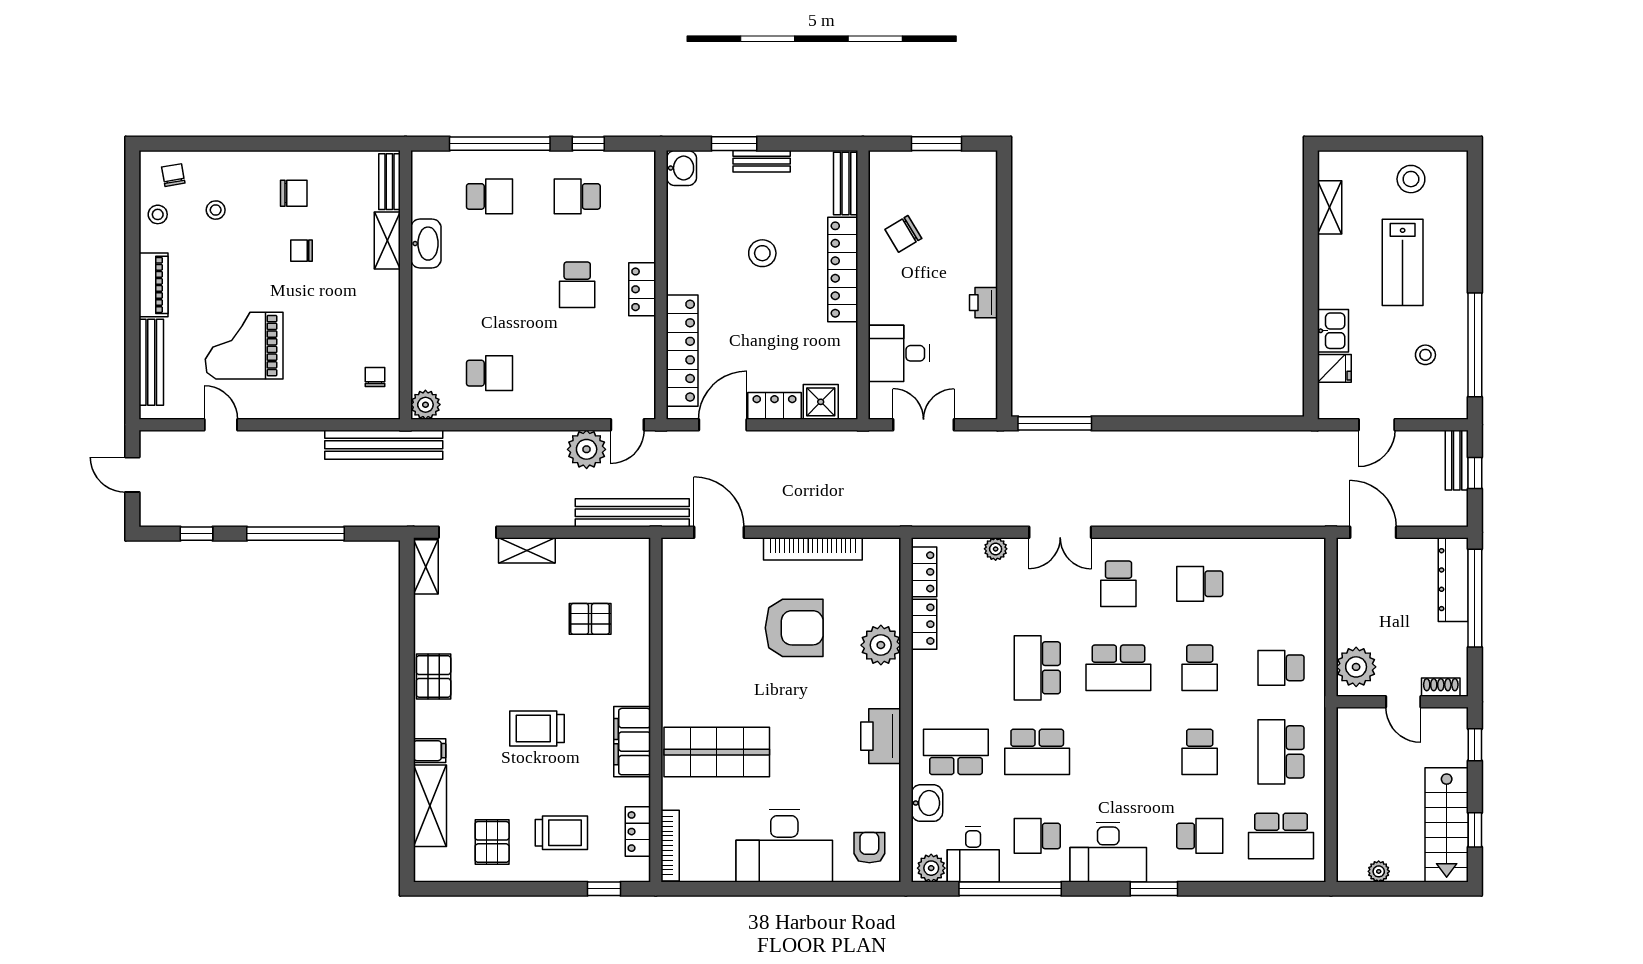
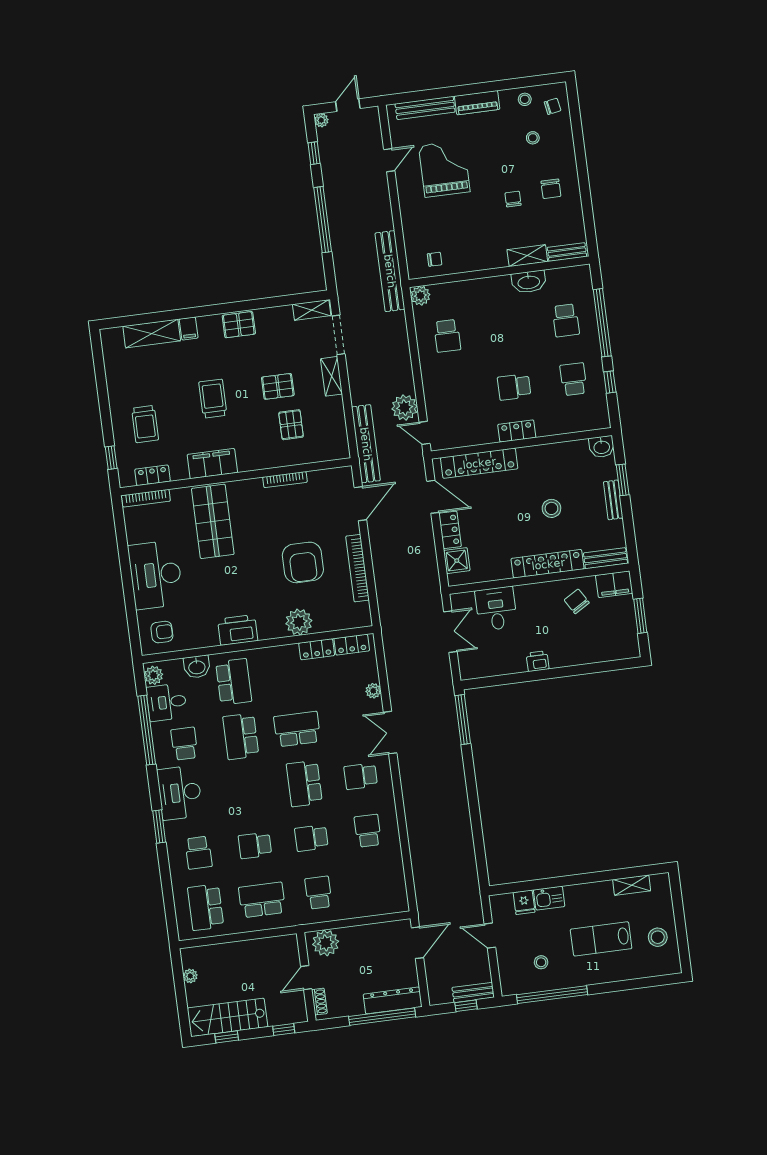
filing cabinet: (885, 176) -> (614, 584), added
plant: (150, 517) -> (321, 120), added
bookcase: (669, 638) -> (285, 480), added
pallet: (492, 842) -> (278, 386), moved

